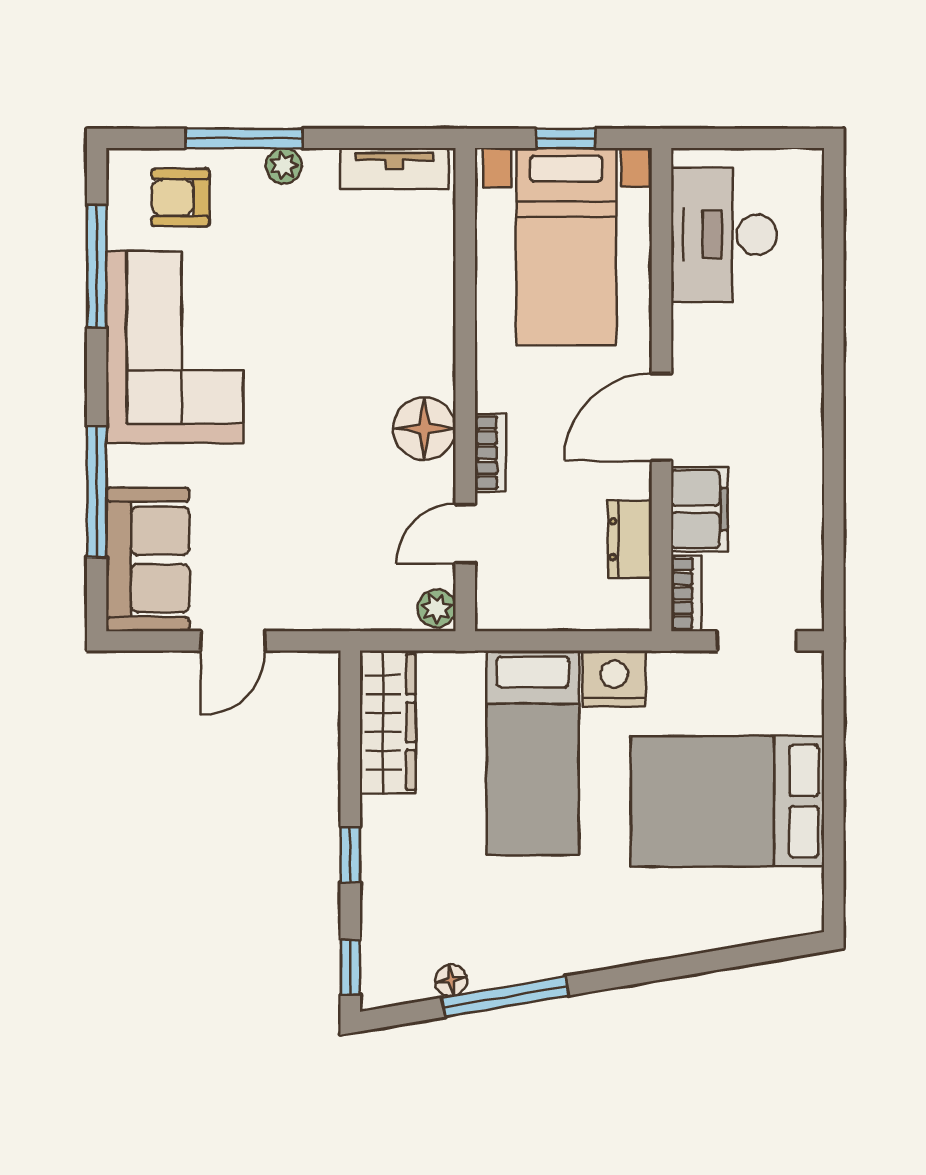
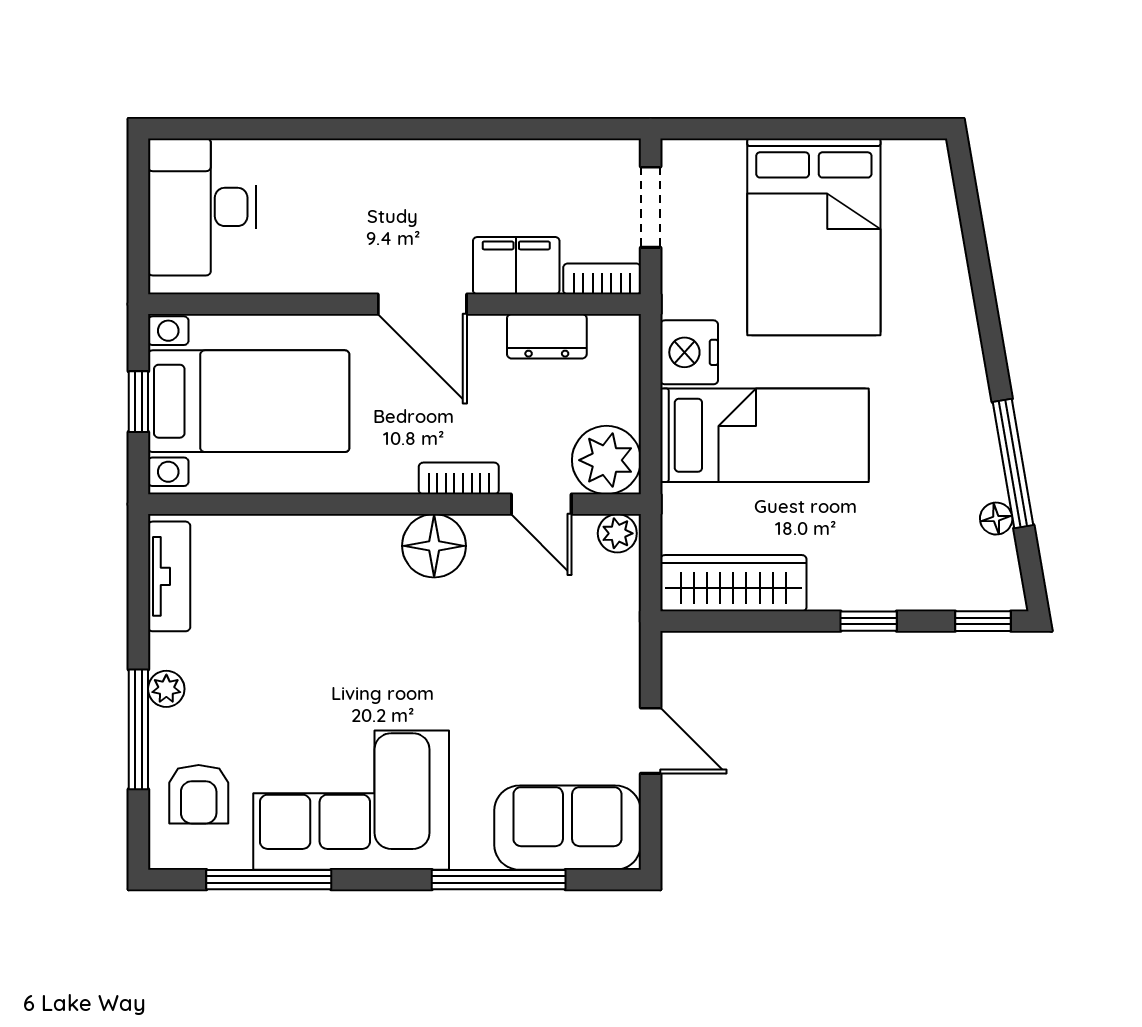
desk: (724, 235) -> (202, 207), moved, turned 90
plant: (509, 598) -> (606, 460), added

